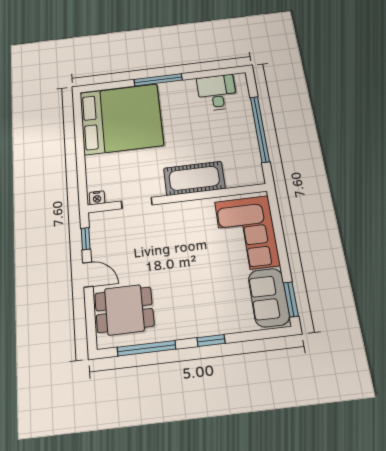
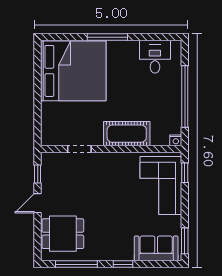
nightstand: (97, 198) -> (176, 140), moved
window: (275, 215) -> (185, 173), added
door: (88, 275) -> (38, 203), swing flipped
sofa: (269, 297) -> (156, 248), moved, turned 90

